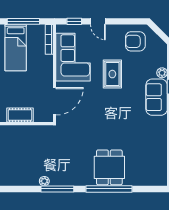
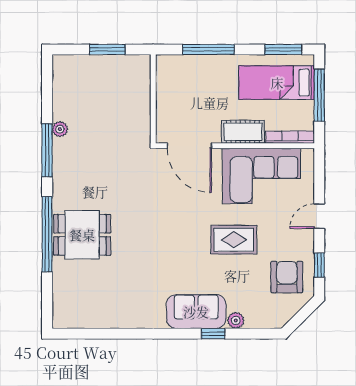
window: (74, 21) -> (319, 265), moved
cot: (20, 115) -> (243, 132), moved, turned 90

